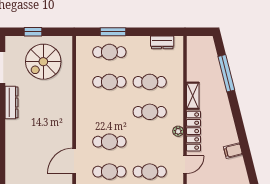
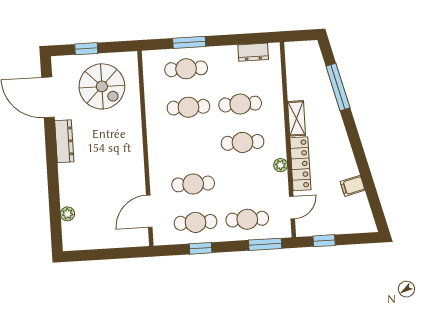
spiral stairs: (43, 62) -> (102, 86), turned -90
plant: (11, 159) -> (67, 214), added

